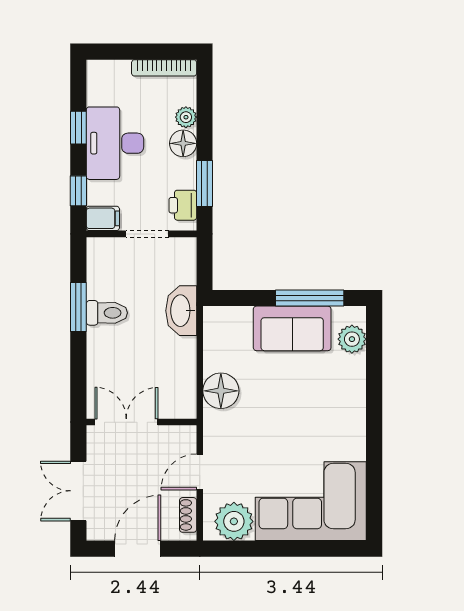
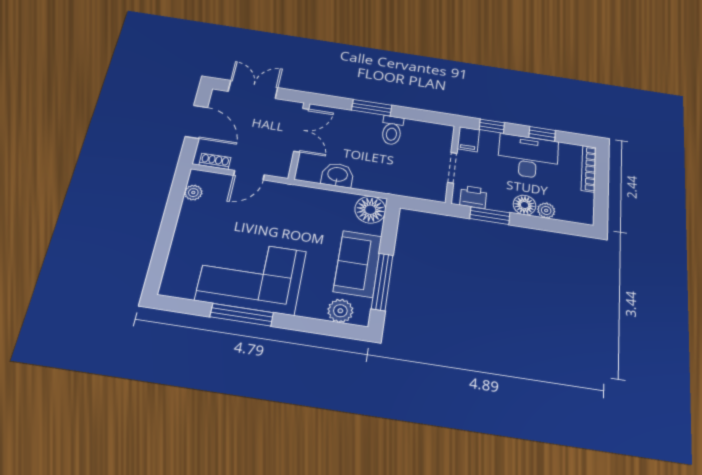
bookcase: (164, 68) -> (589, 169), moved
window: (78, 307) -> (372, 108), moved
washbasin: (181, 311) -> (337, 175), moved, width x0.72
floor lamp: (221, 391) -> (370, 210), moved
window: (374, 445) -> (242, 315), added
door: (200, 472) -> (249, 175), swing flipped
corner sofa: (311, 501) -> (251, 276), moved, turned -90
plant: (234, 521) -> (193, 193), width x0.53, depth x0.53

